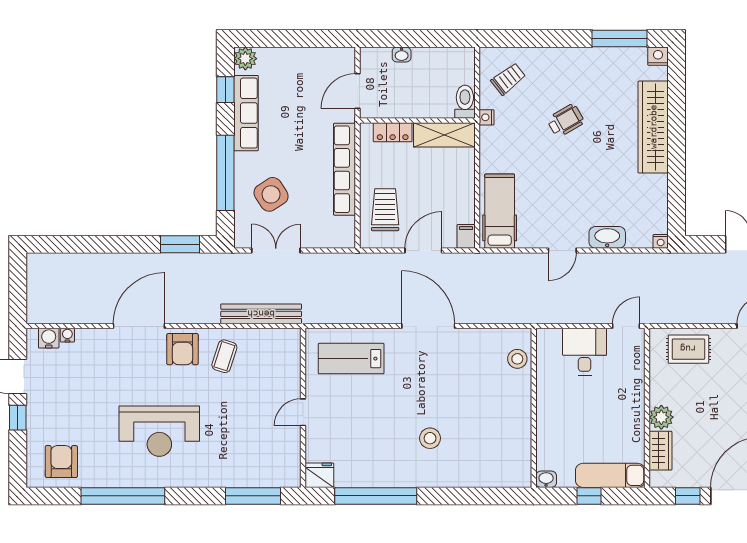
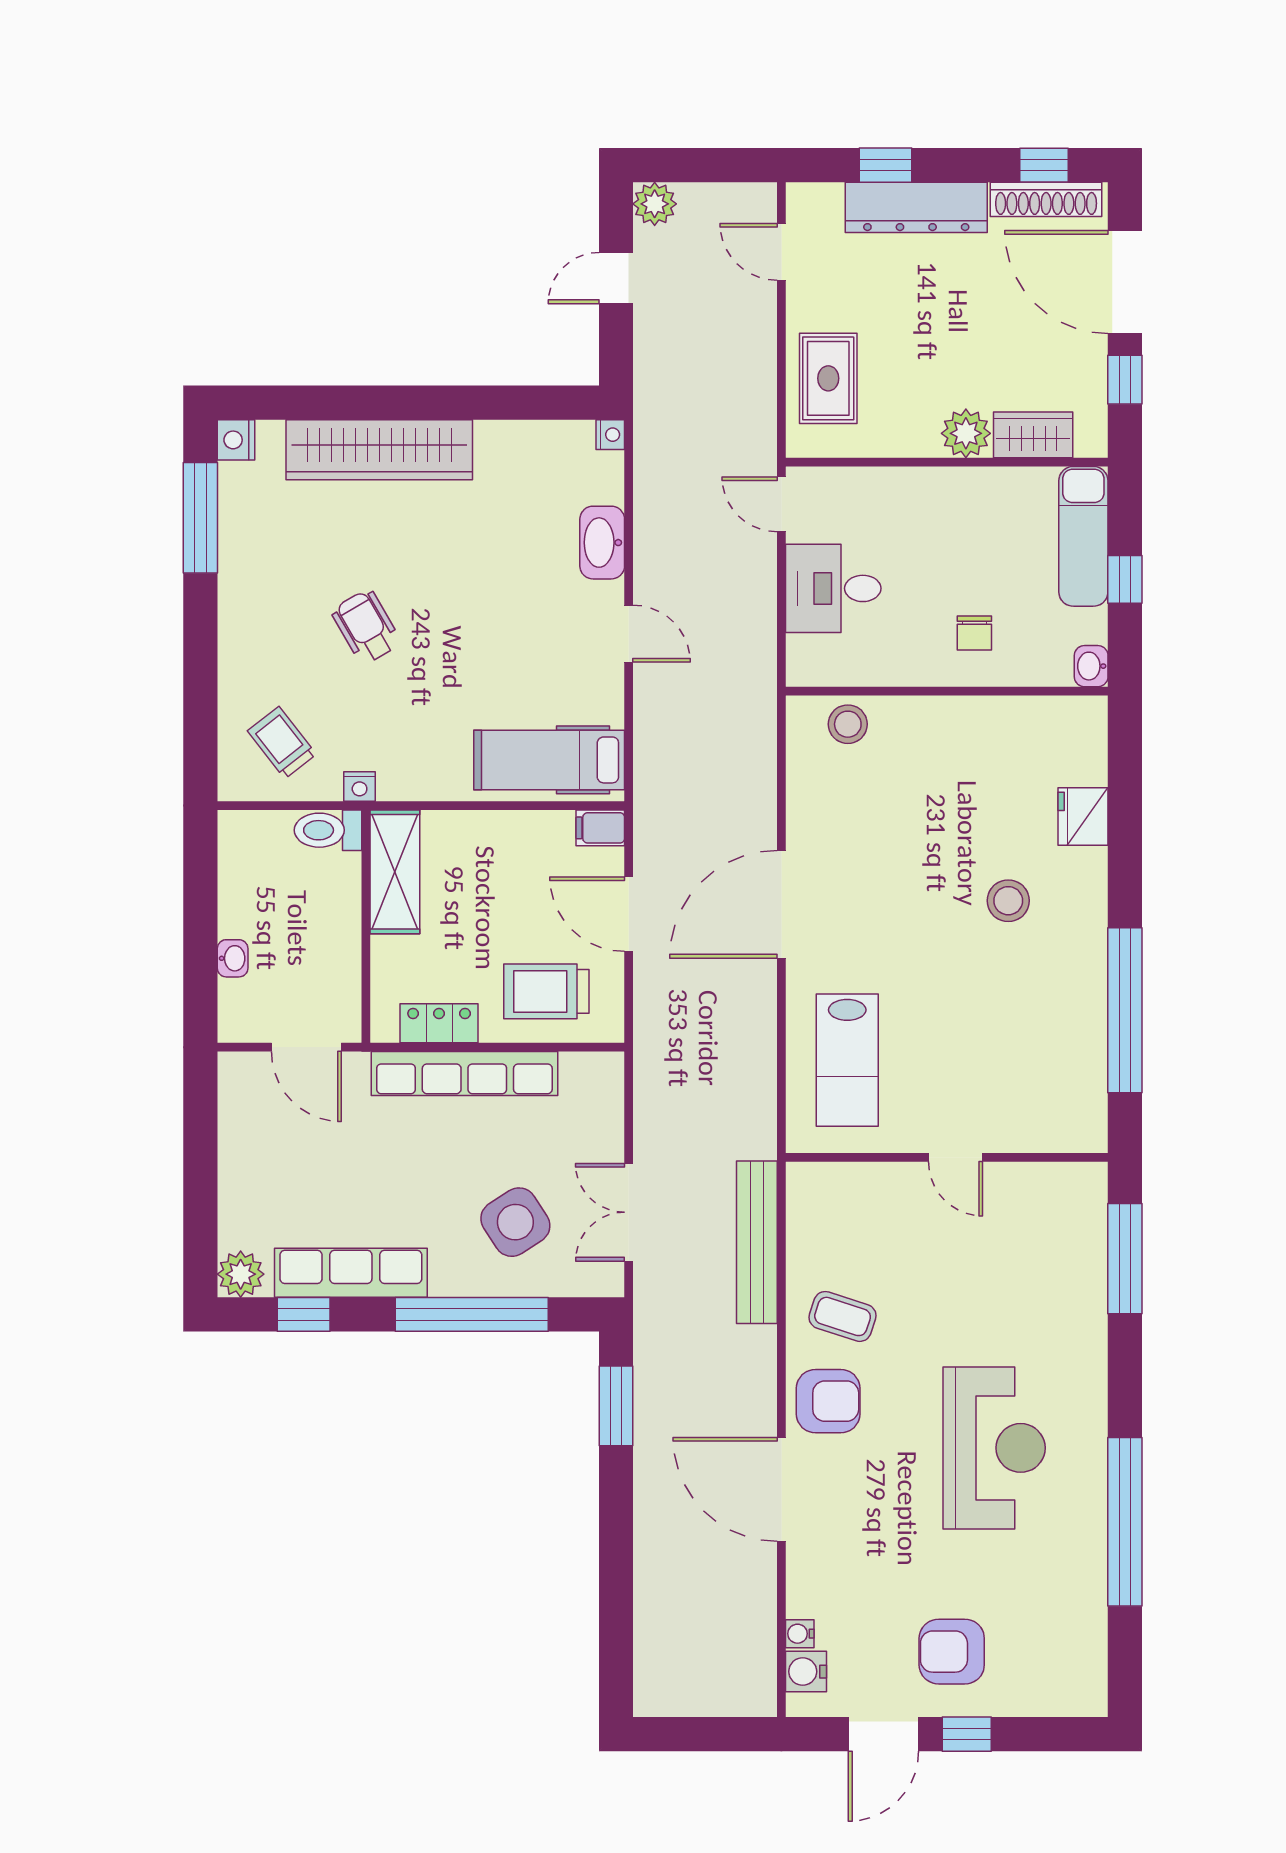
locker: (393, 132) -> (439, 1023), moved, turned -90
chair: (562, 422) -> (974, 633), added
armchair: (61, 462) -> (952, 1652), moved
fridge: (319, 475) -> (1083, 816), moved

